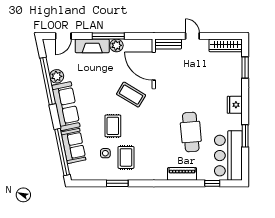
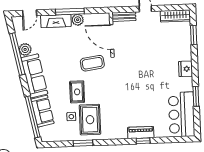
coffee table: (131, 95) -> (92, 63), turned -39
cafe table: (191, 132) -> (147, 95), removed
rug: (126, 157) -> (90, 120), width x1.36, depth x1.43
window: (212, 183) -> (143, 141), moved

